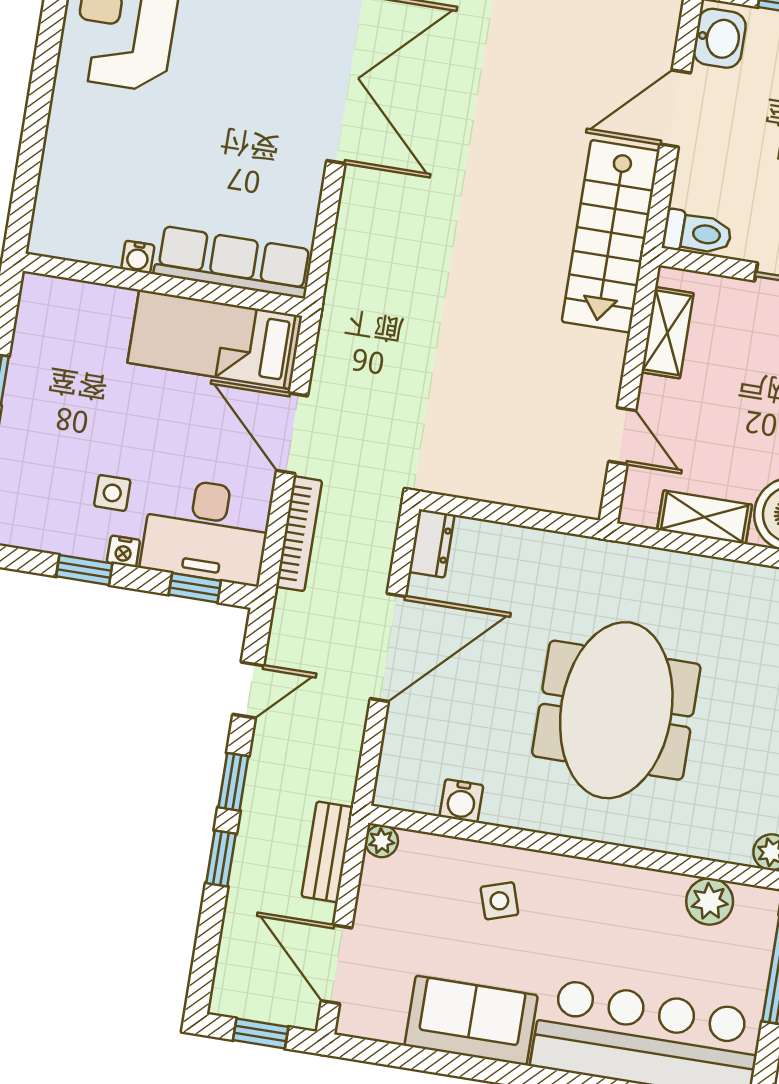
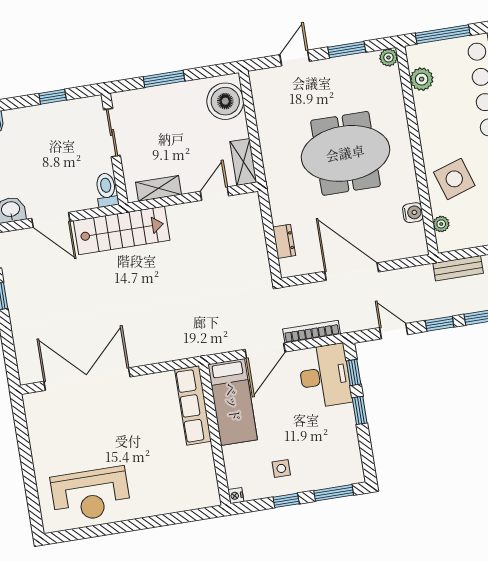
water cooler: (138, 257) -> (206, 451), removed
side table: (112, 493) -> (281, 468), moved
shelving: (705, 517) -> (243, 162), moved
dresser: (432, 543) -> (284, 241), moved, turned 90
nightstand: (123, 551) -> (236, 496), moved, turned 180
window: (84, 570) -> (360, 410), moved
plant: (382, 841) -> (441, 224), moved
side table: (499, 901) -> (454, 179), width x1.87, depth x1.87

